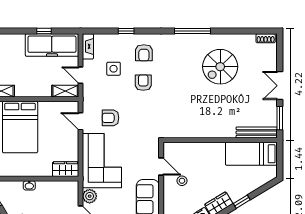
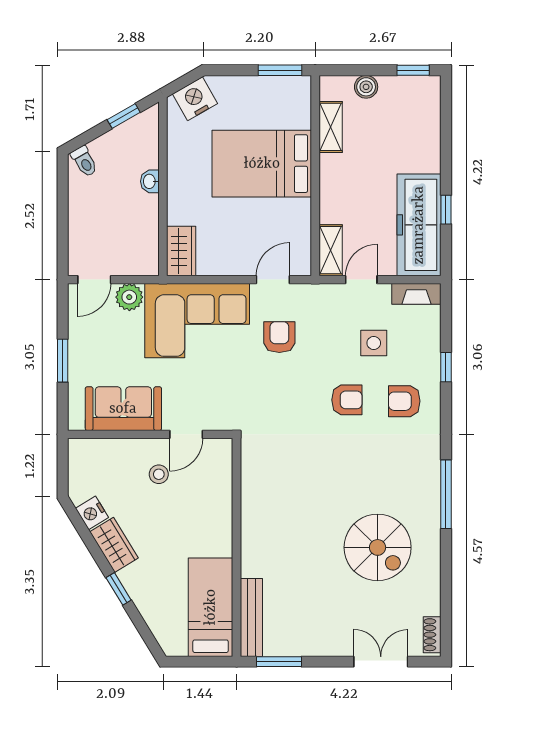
spiral stairs: (220, 67) -> (378, 547), turned 180
double door: (280, 86) -> (381, 662), moved

